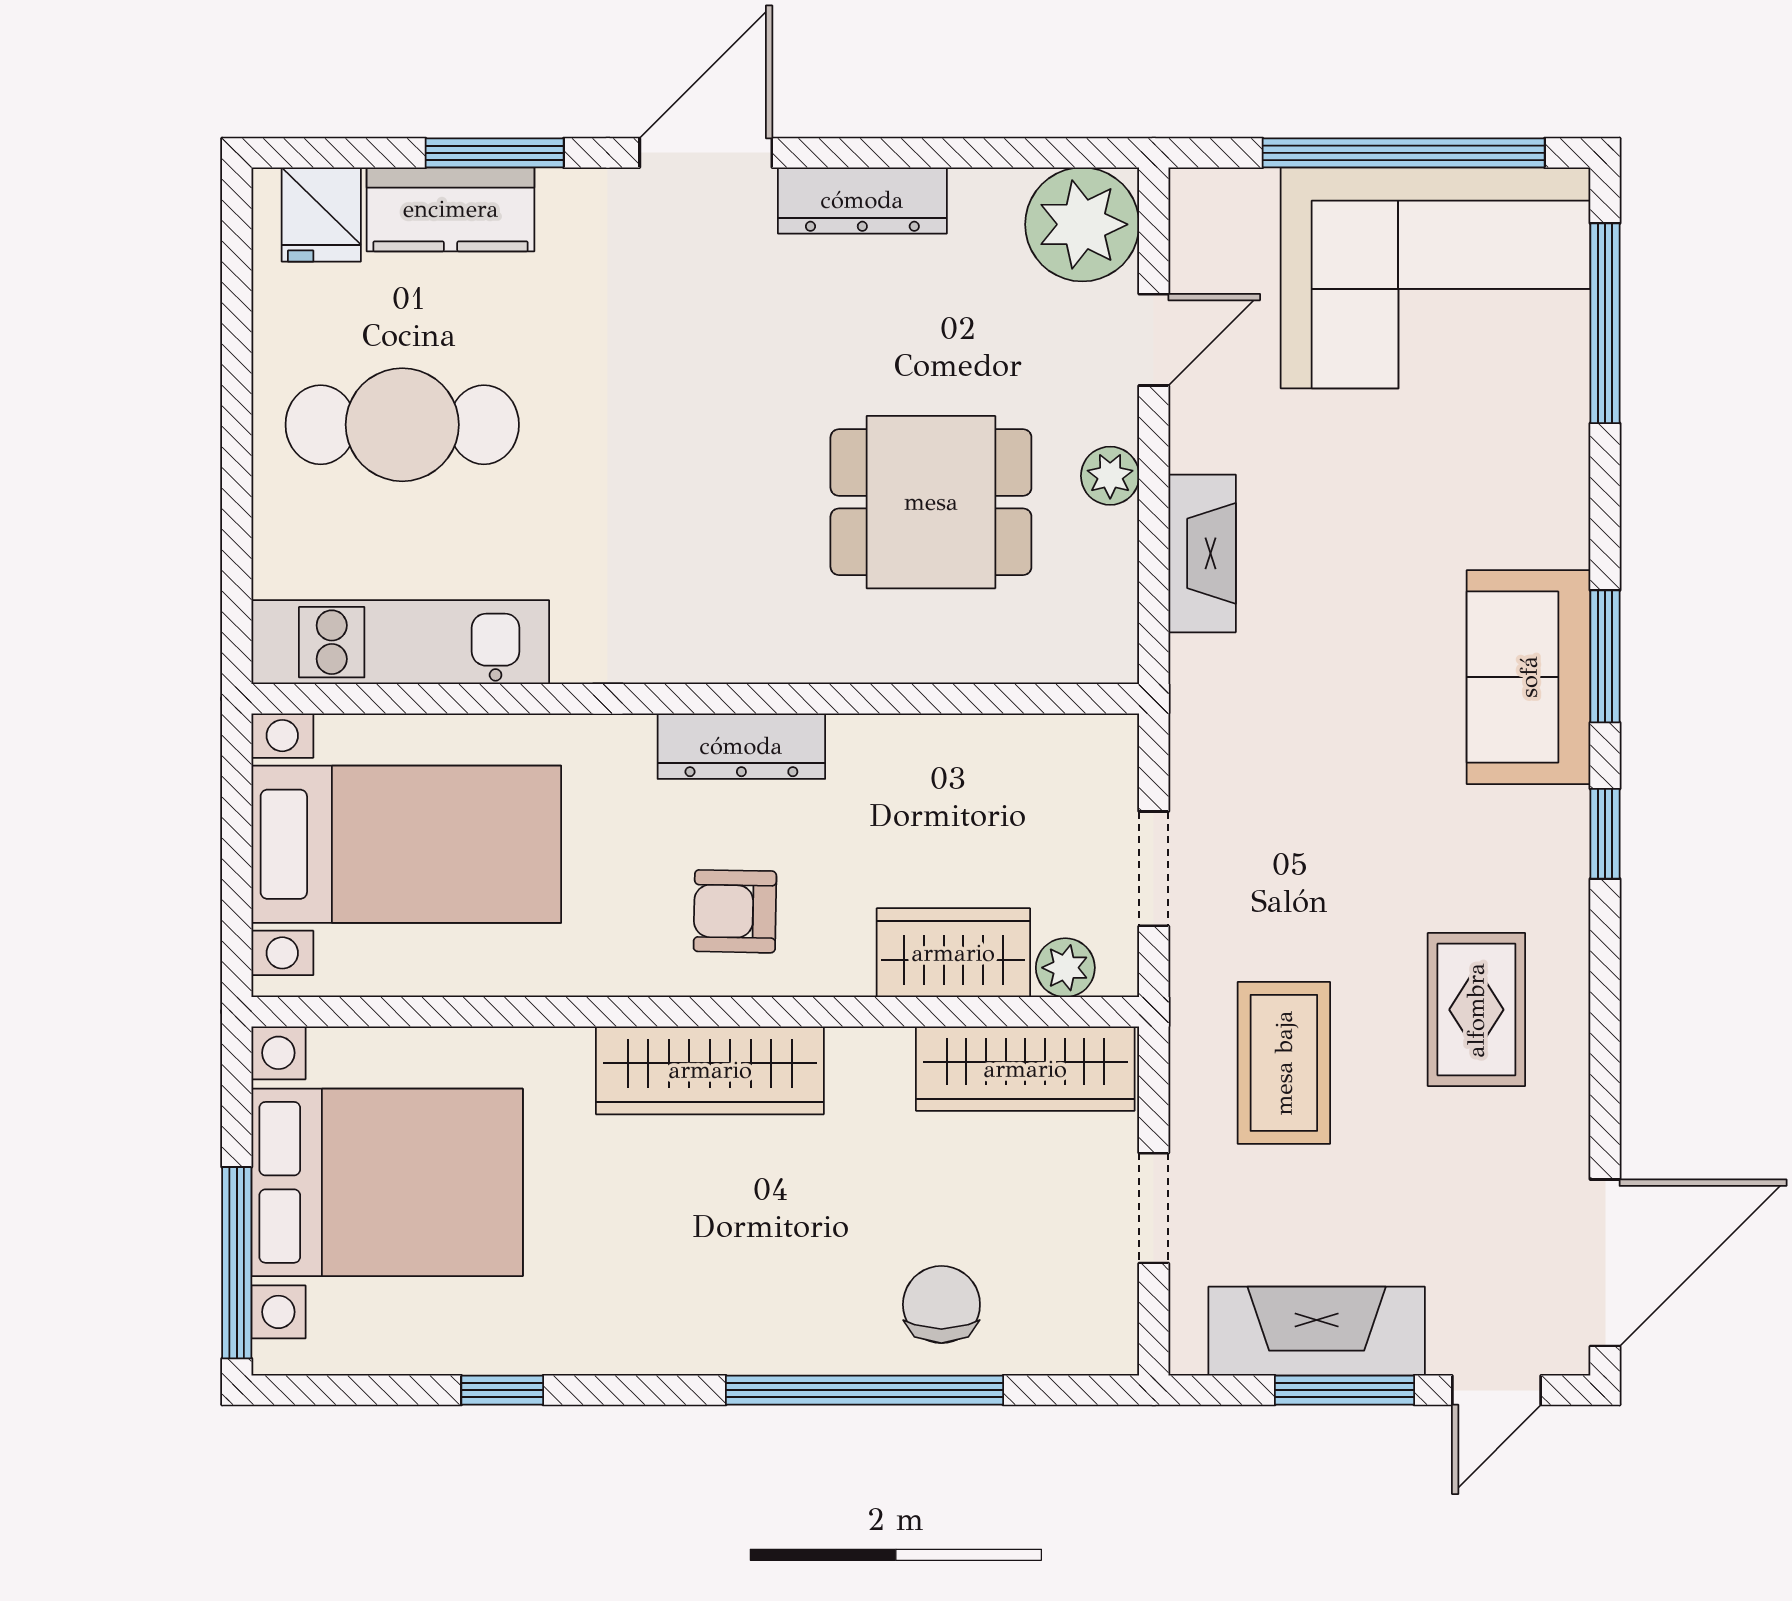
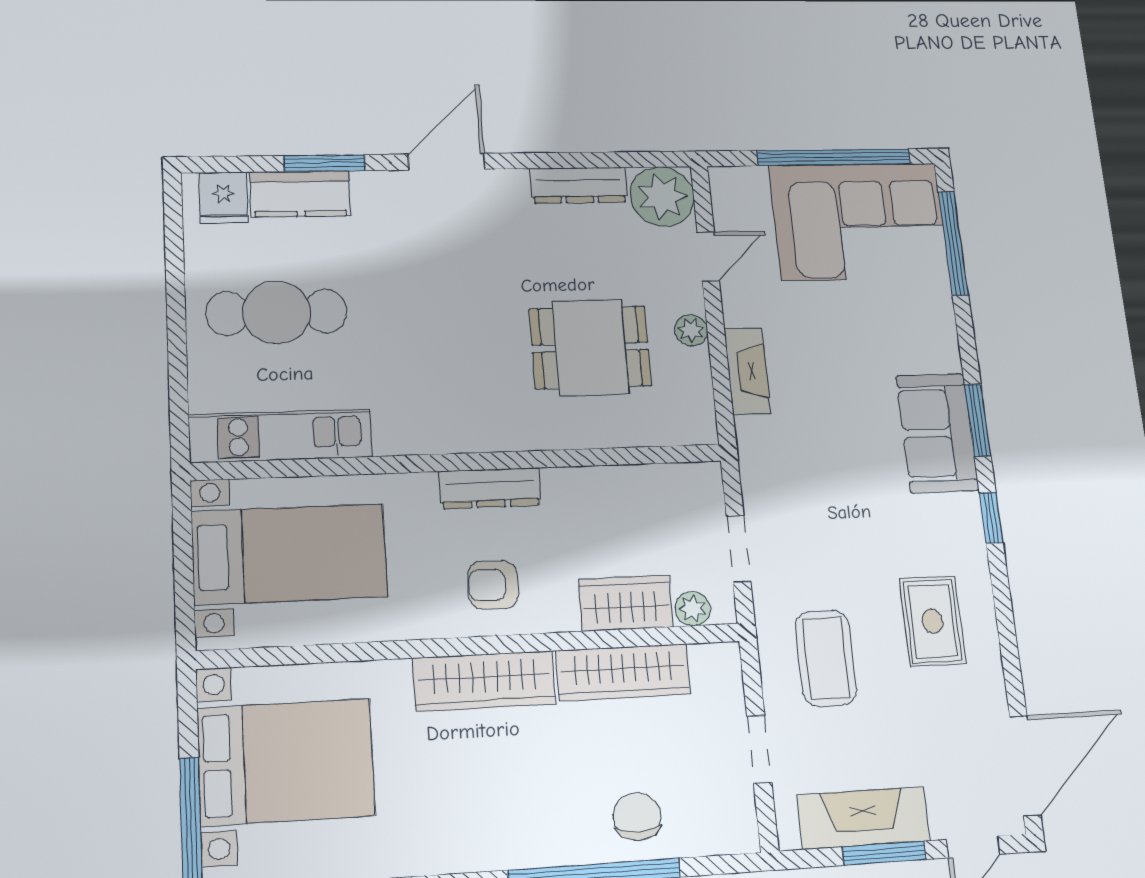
dresser: (862, 200) -> (579, 185), moved
wardrobe: (1025, 1069) -> (623, 672), moved

